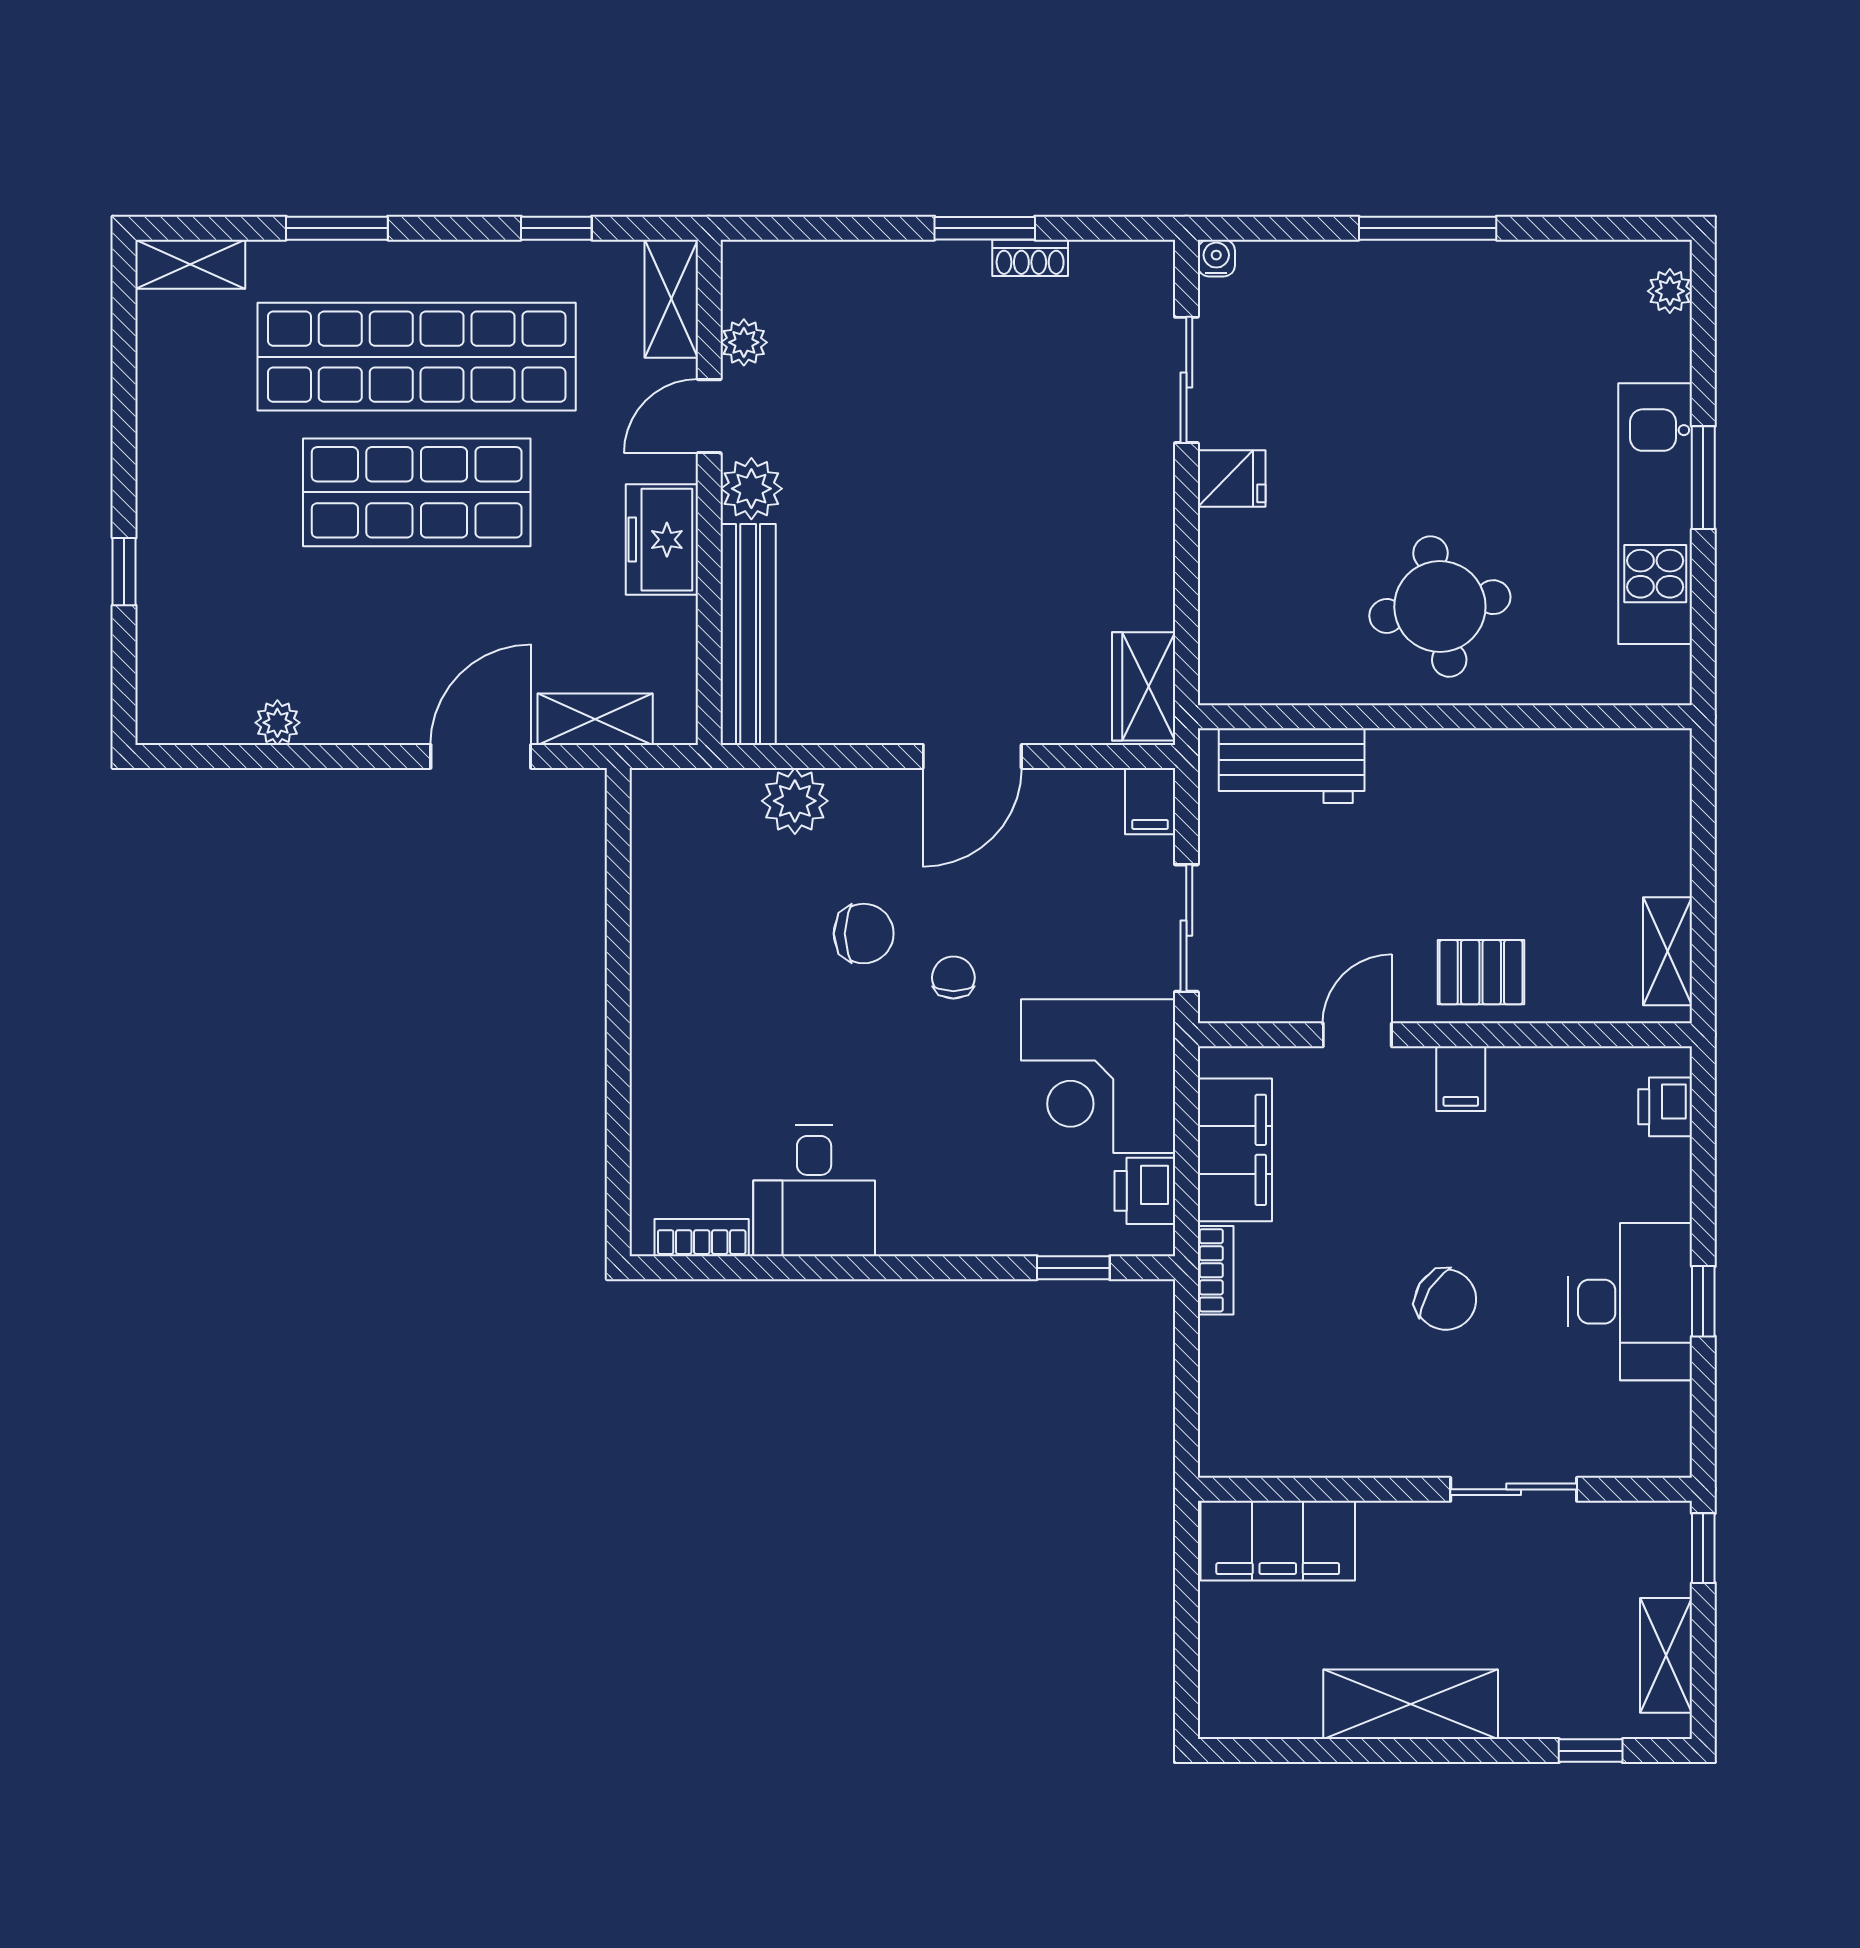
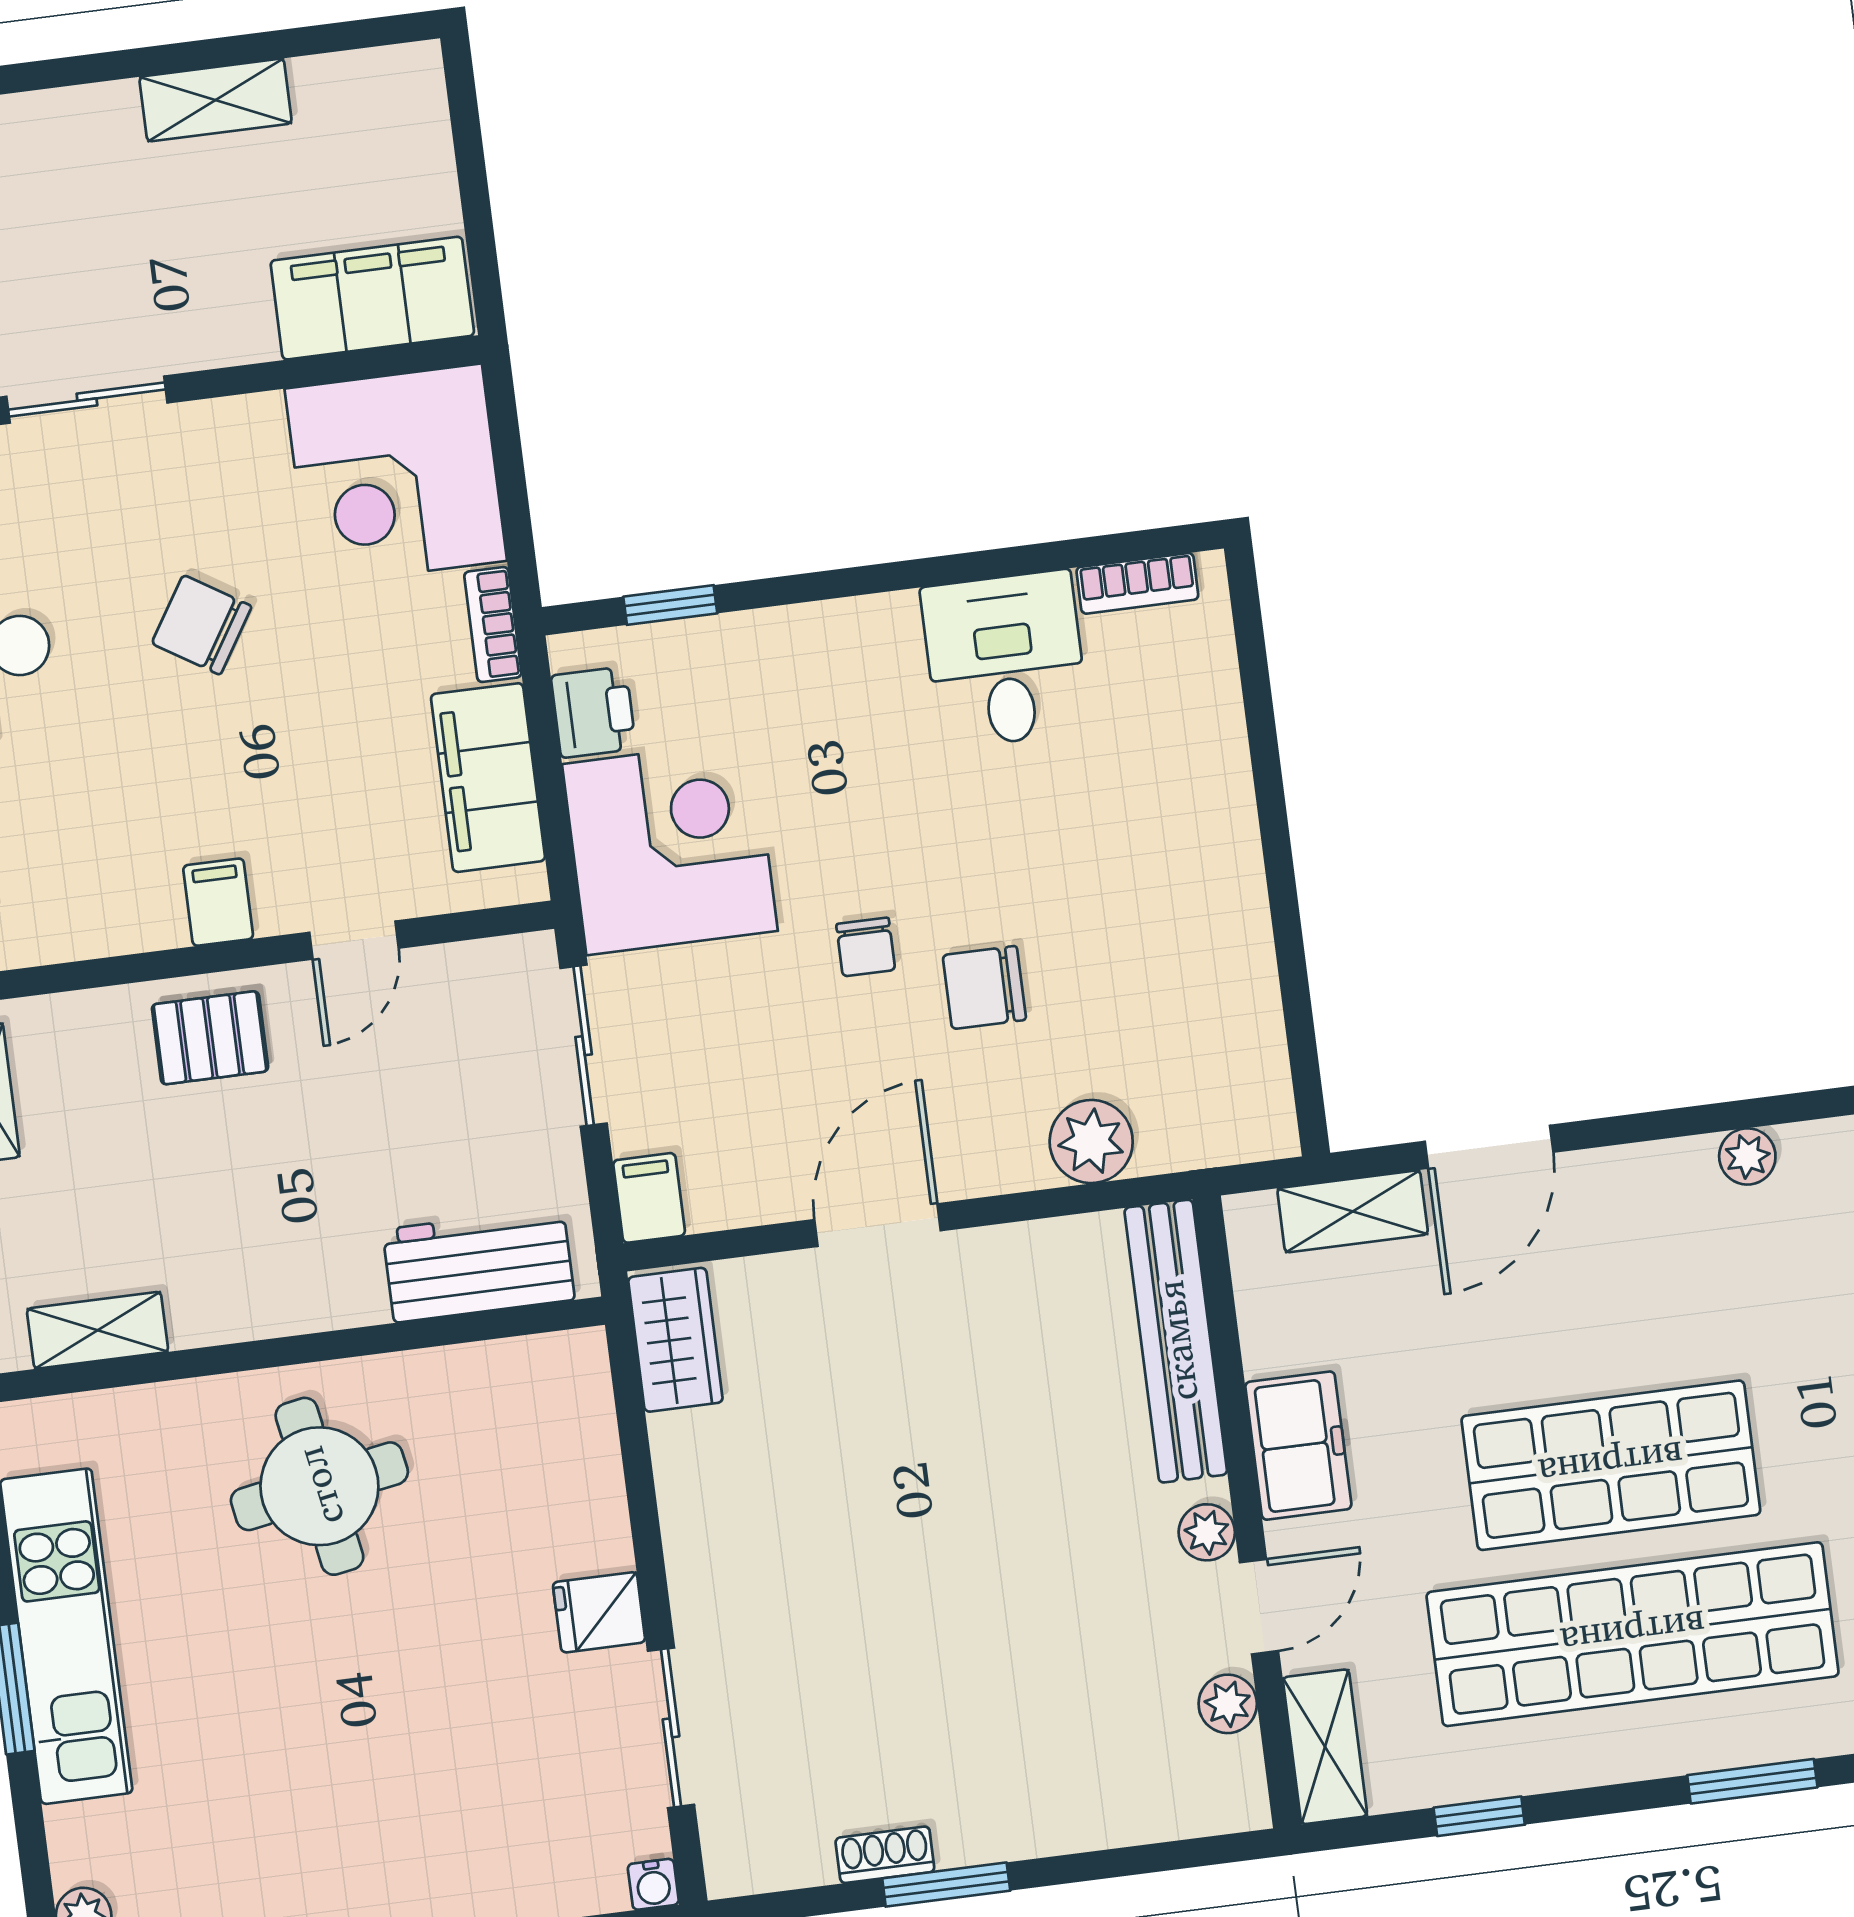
plant: (751, 489) -> (1207, 1532), width x0.73, depth x0.73
shelving: (1600, 752) -> (98, 1330), added
corner desk: (1277, 1399) -> (396, 475), added
shelving: (1411, 1704) -> (216, 100), width x0.67, depth x0.75

